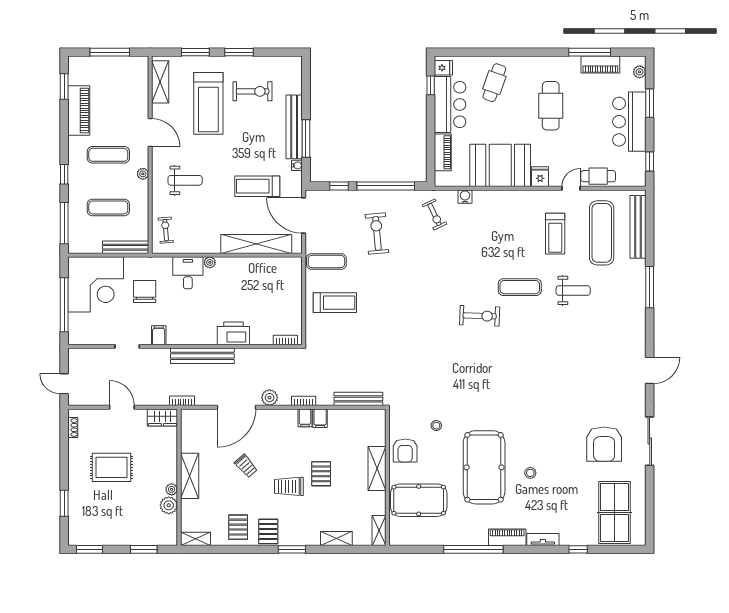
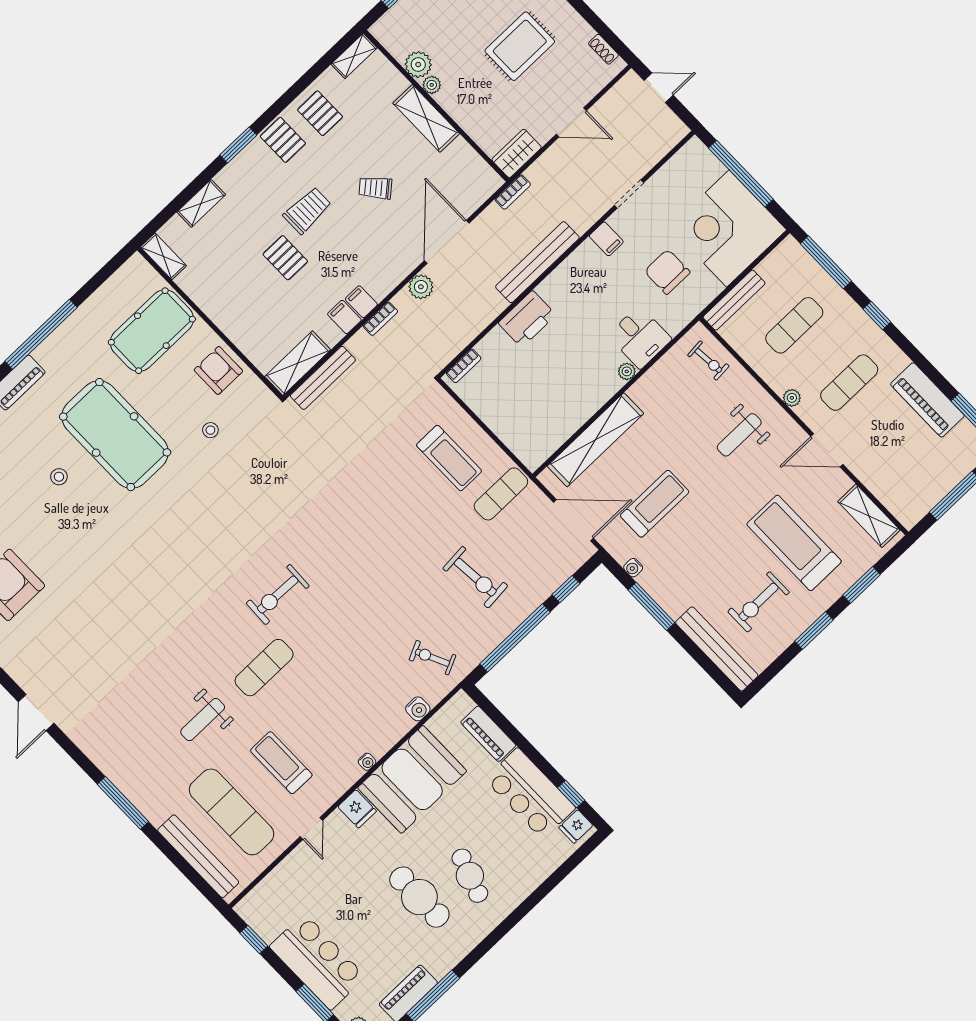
cafe table: (494, 83) -> (470, 876), moved
bench: (294, 127) -> (717, 649), moved
cafe table: (598, 176) -> (294, 870), removed
water cooler: (514, 195) -> (367, 762), added
chair: (145, 292) -> (667, 272), turned 180
treadmill: (335, 303) -> (449, 458), turned -90
shelving: (377, 468) -> (298, 363), moved, turned 90

